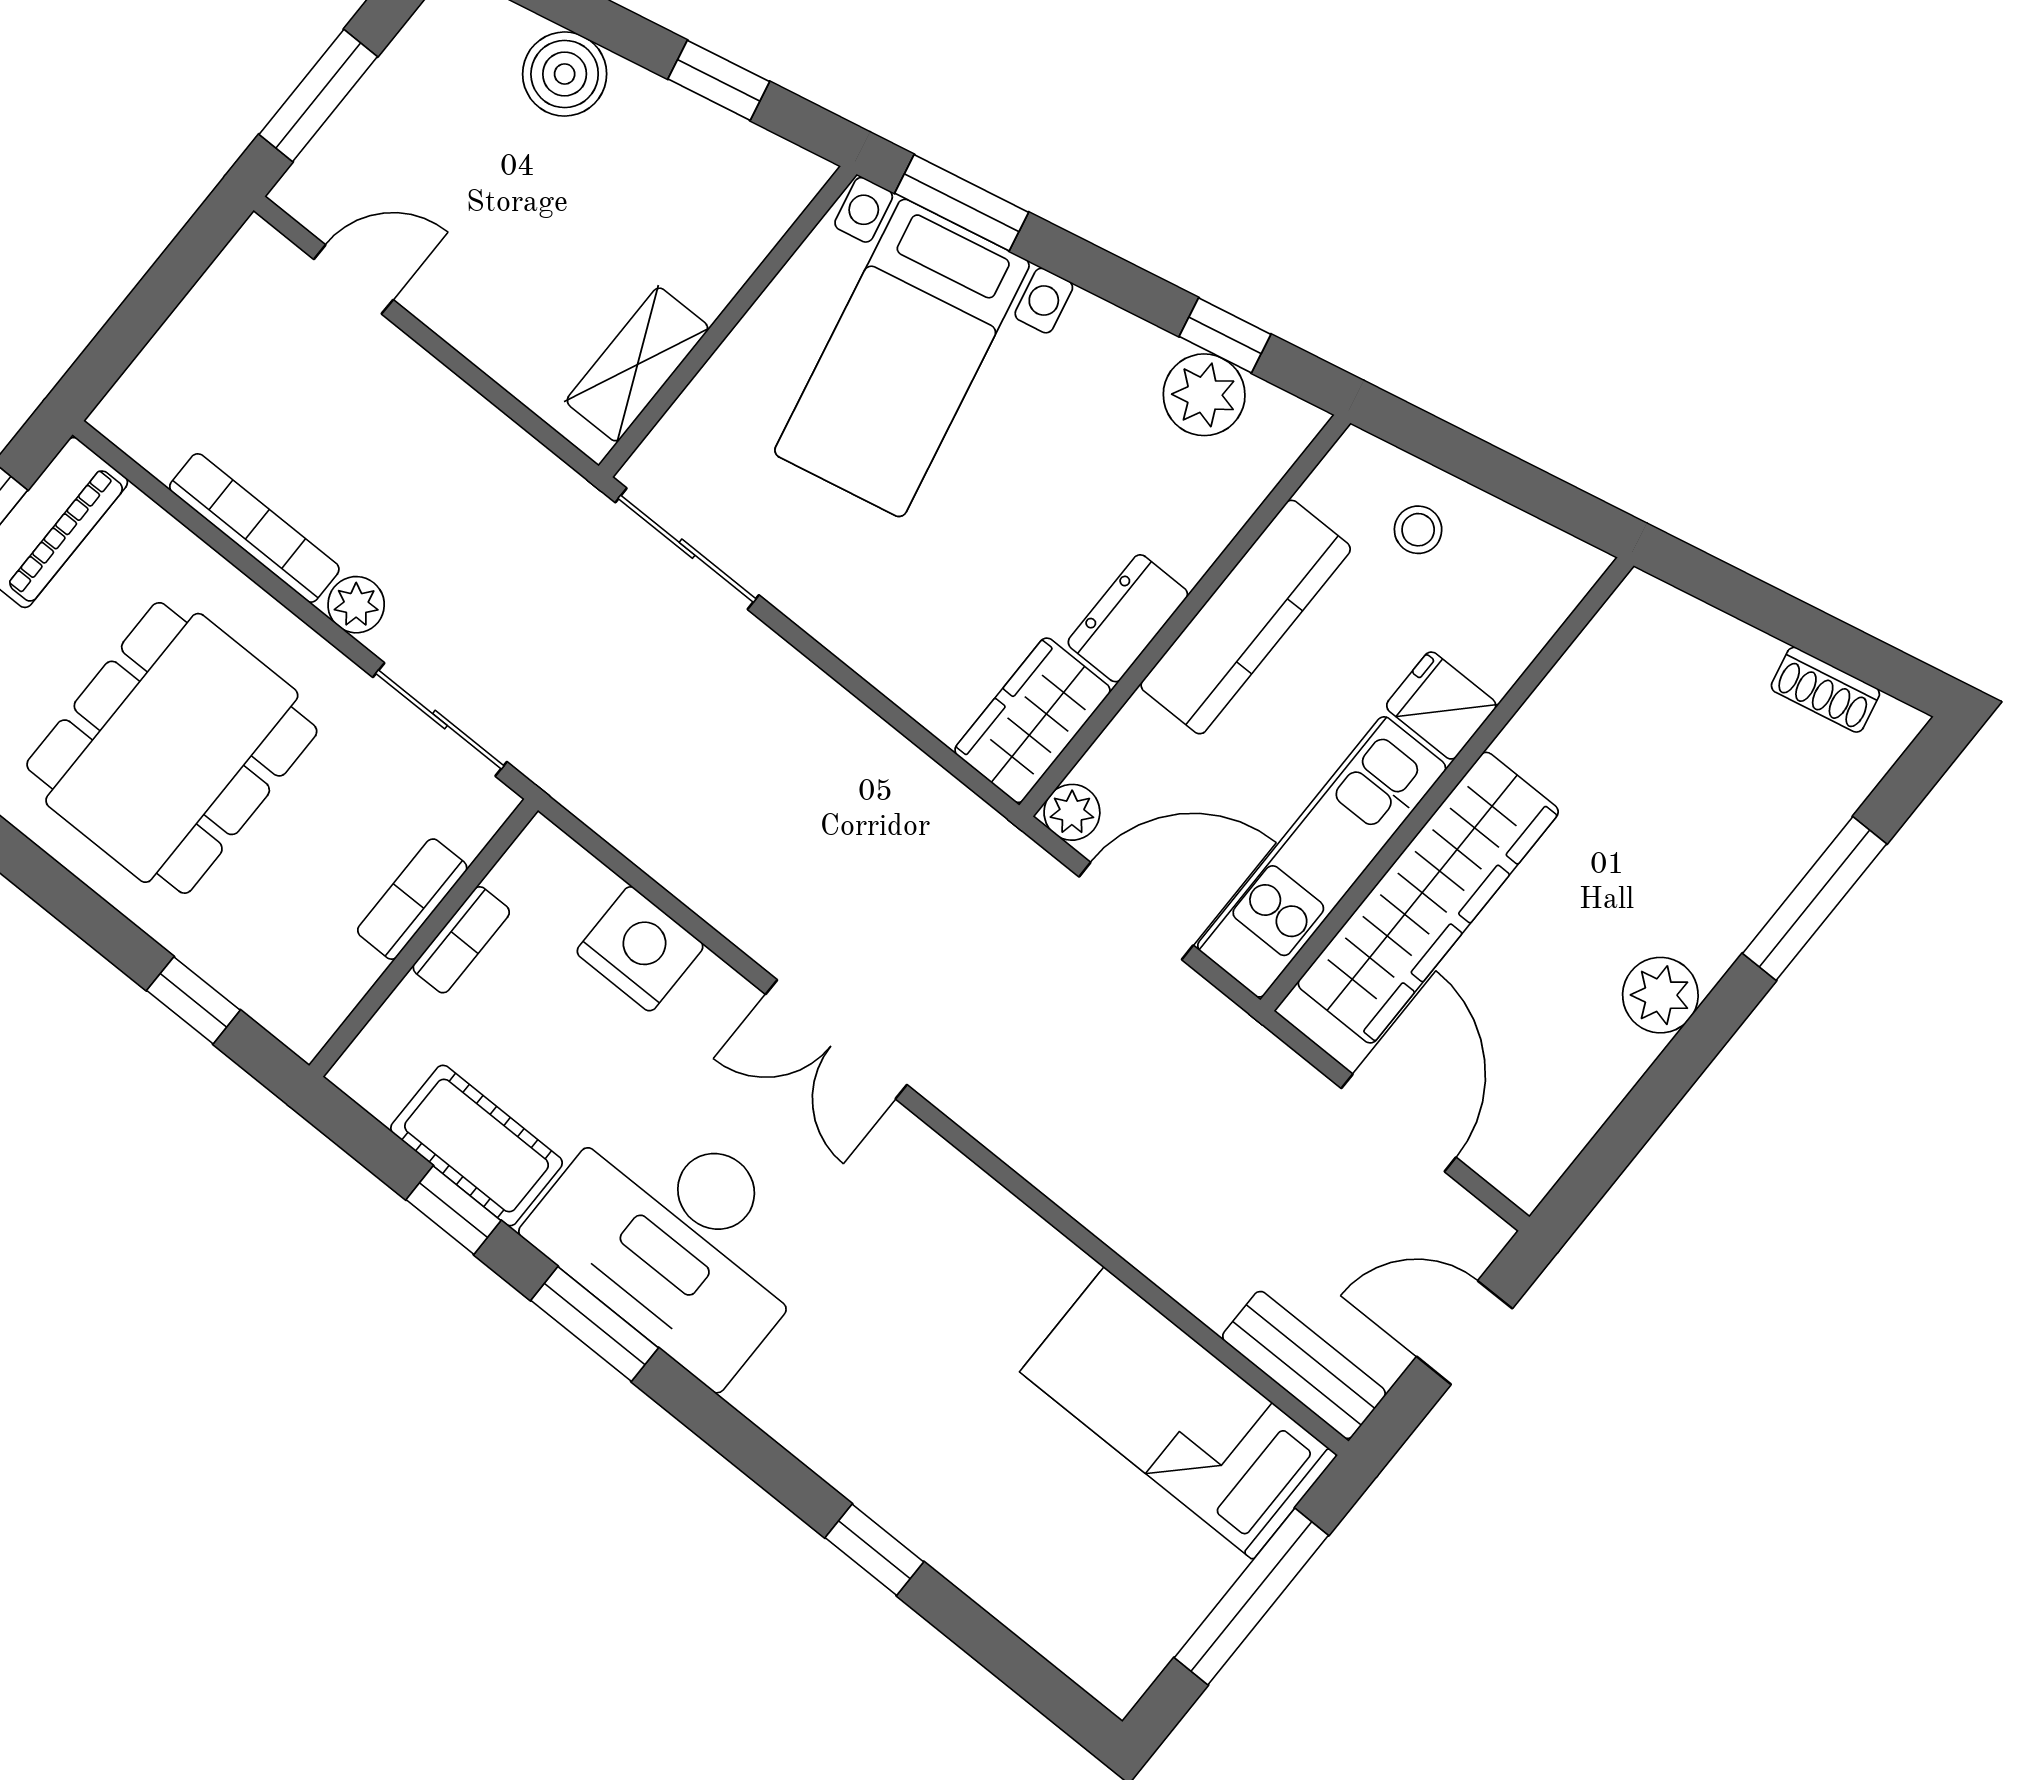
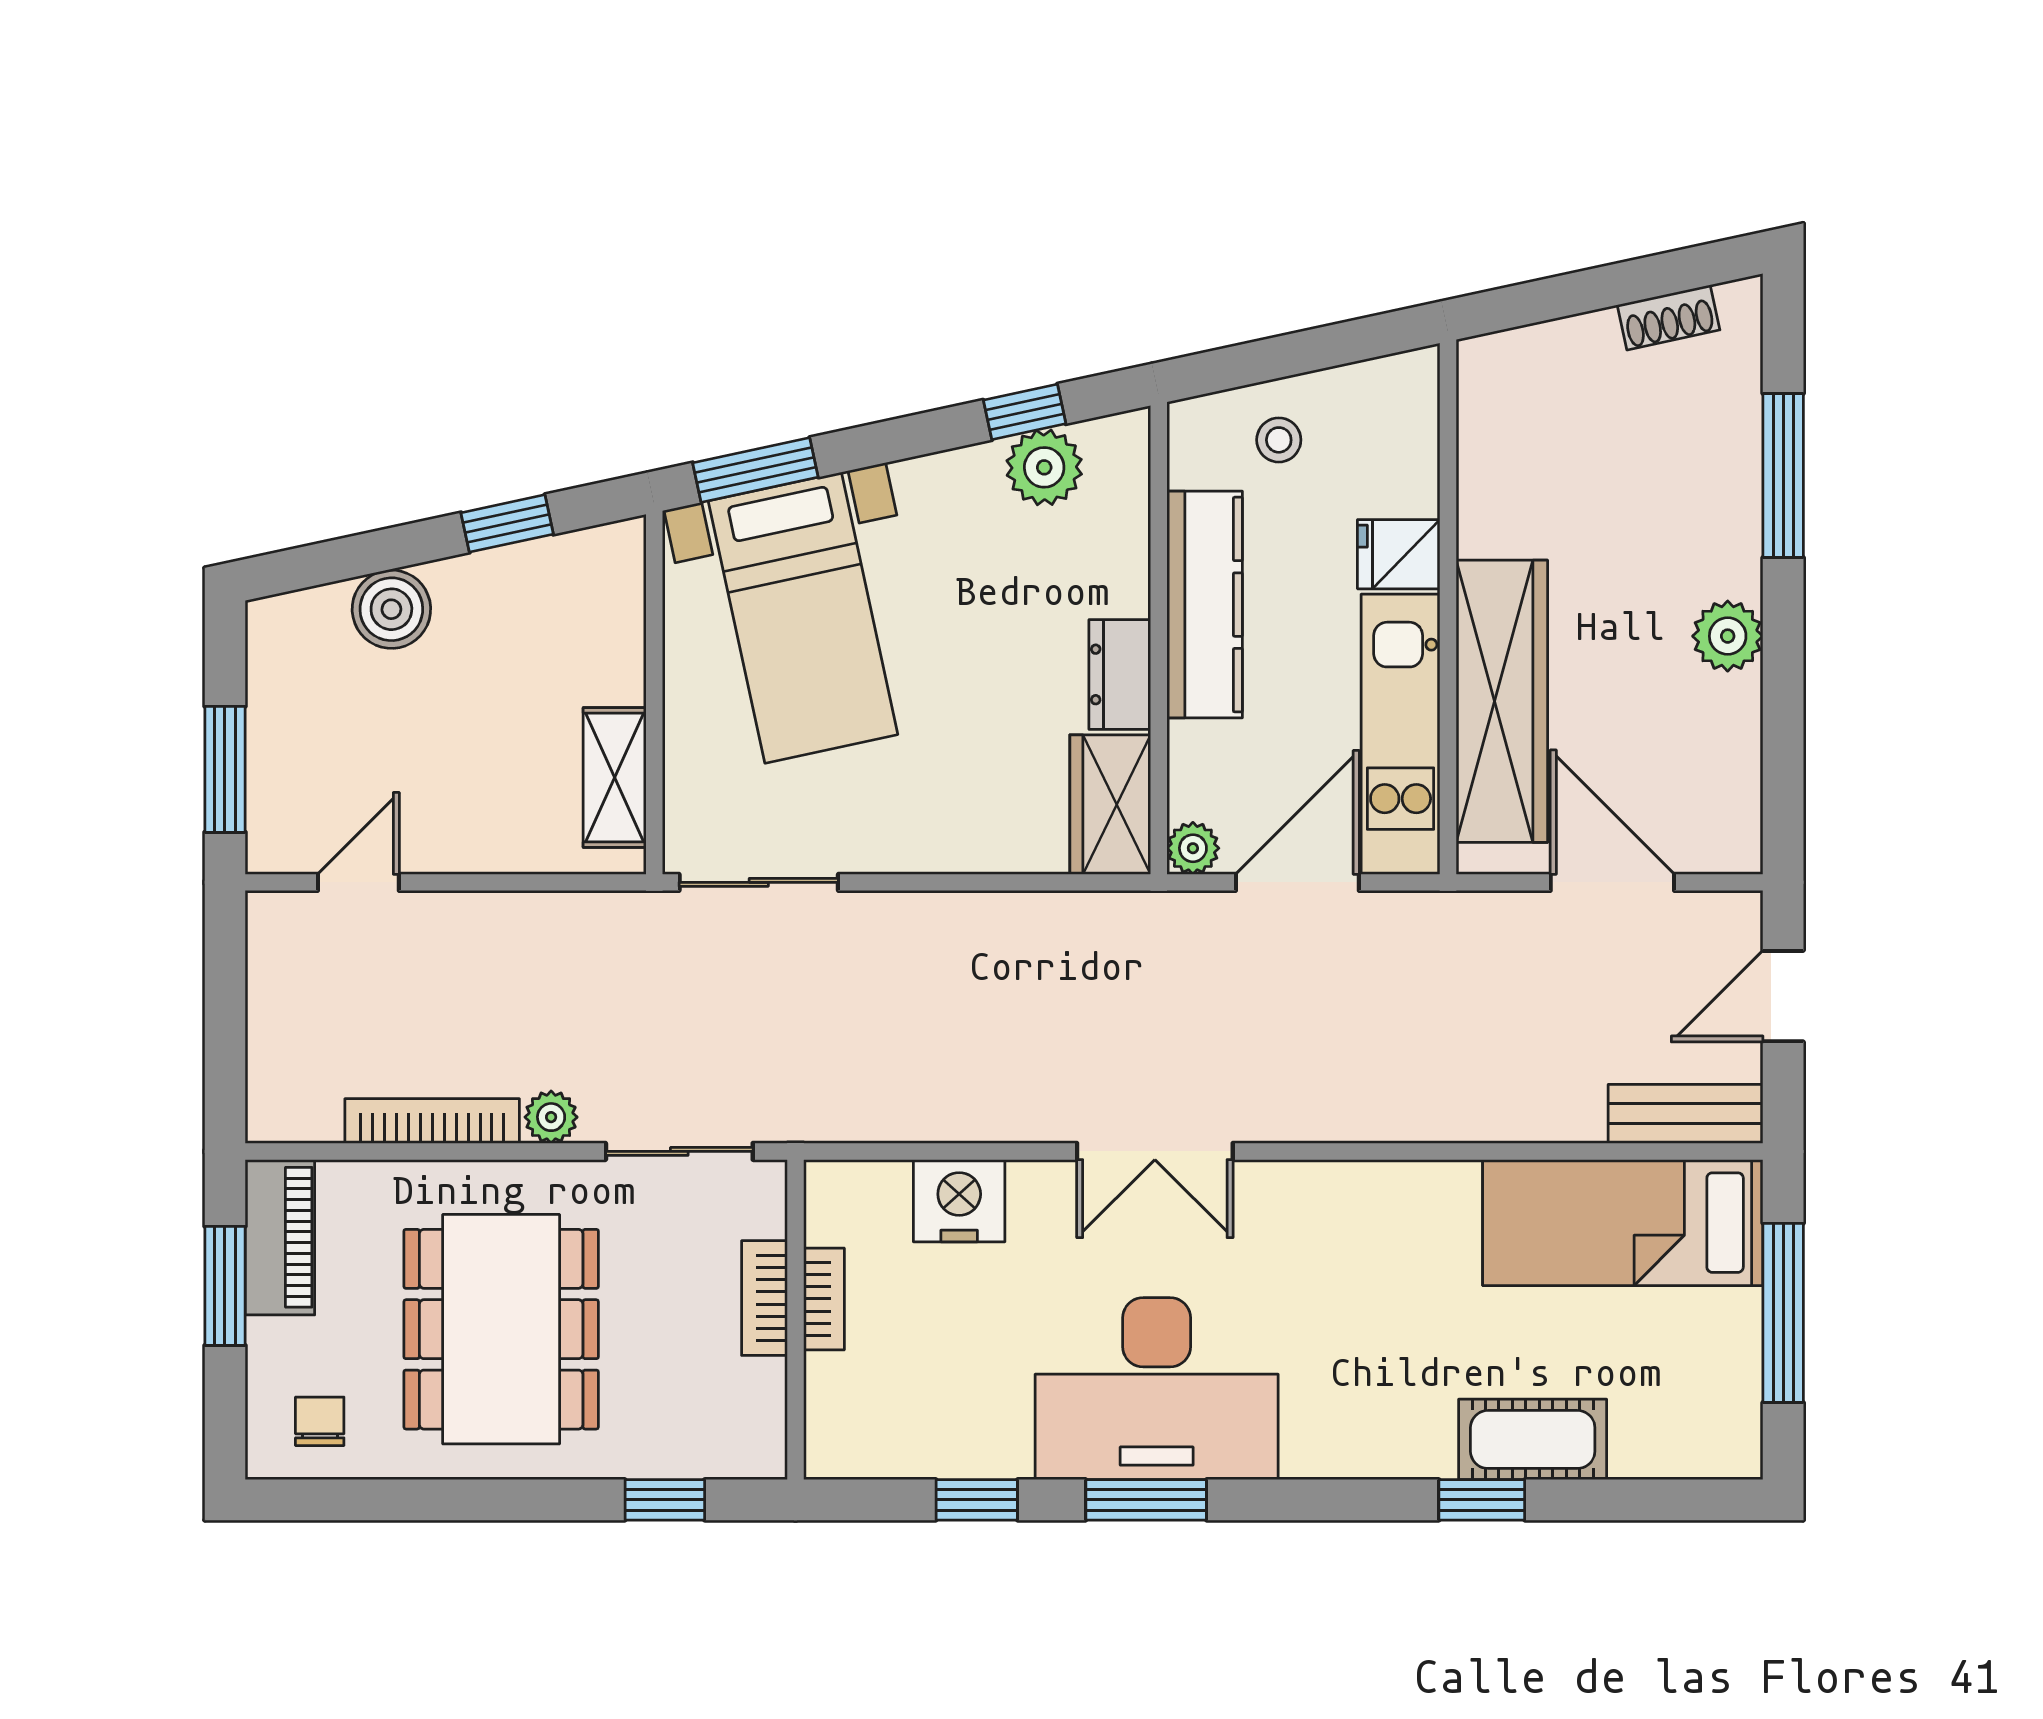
cot: (477, 1146) -> (1533, 1439), moved

